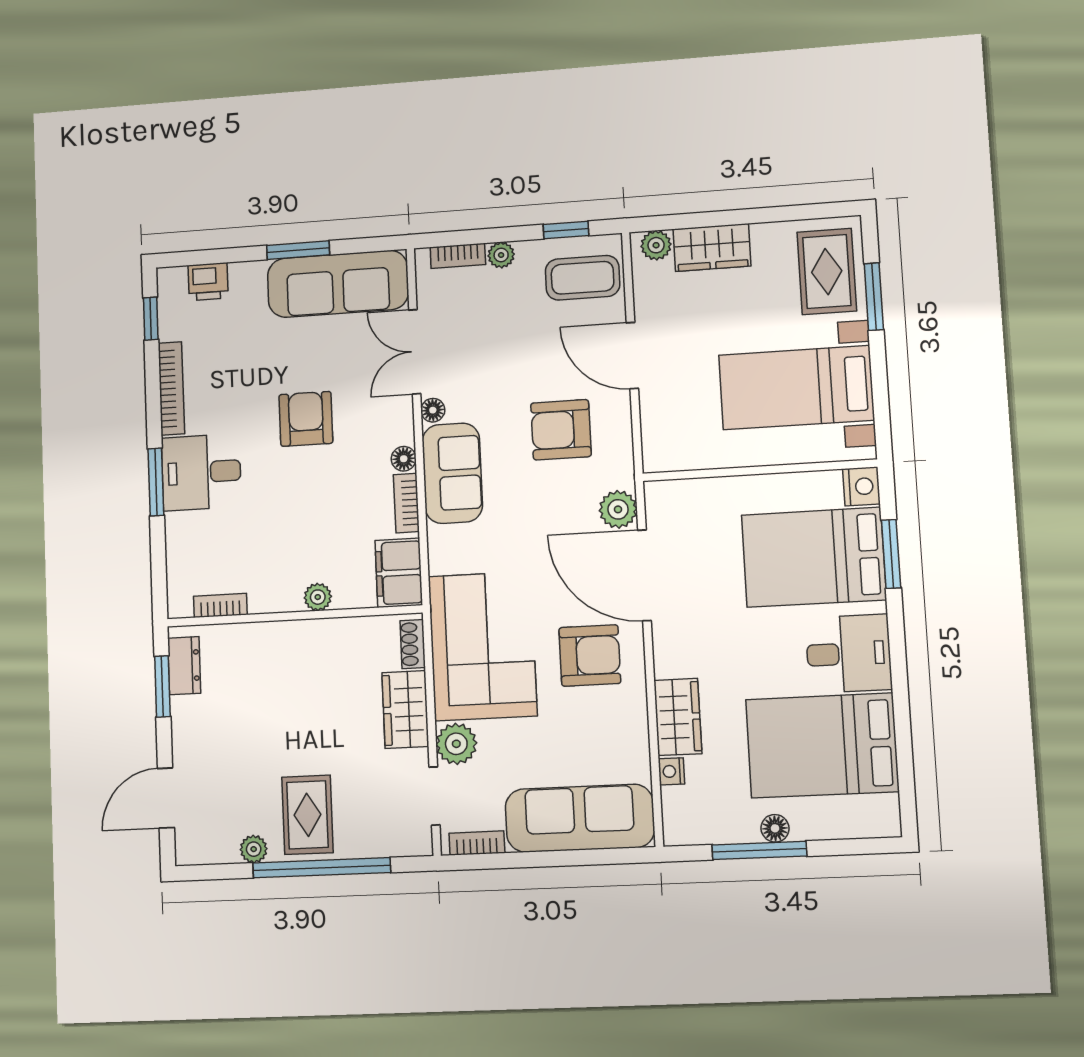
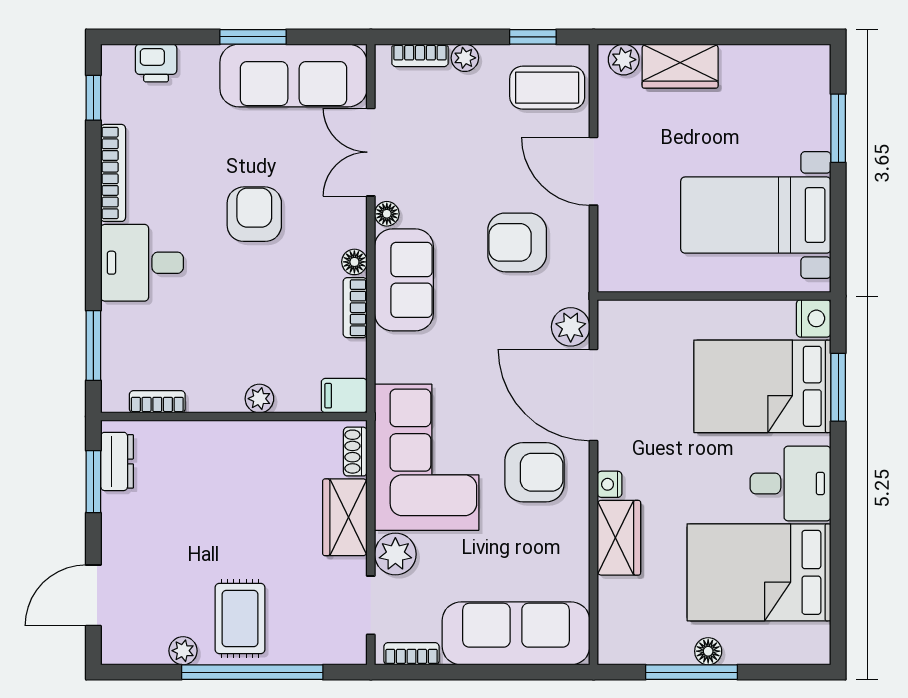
rug: (827, 272) -> (793, 99), removed
window: (156, 482) -> (93, 346), moved
filing cabinet: (399, 573) -> (344, 396), width x0.50
nightstand: (671, 771) -> (610, 484), moved

